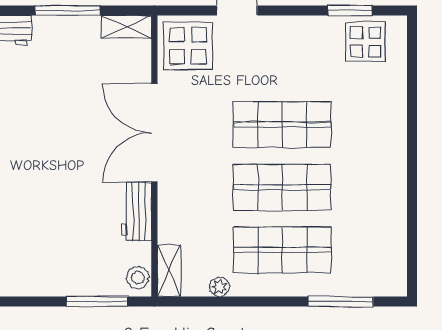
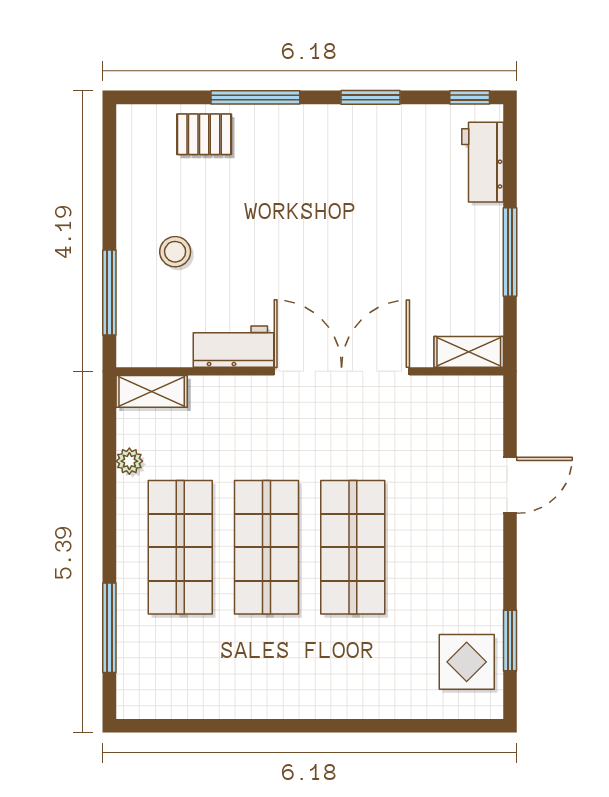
shelving: (126, 27) -> (469, 352), moved, turned 90
display table: (188, 46) -> (461, 418), removed
stool: (138, 278) -> (175, 252), moved

